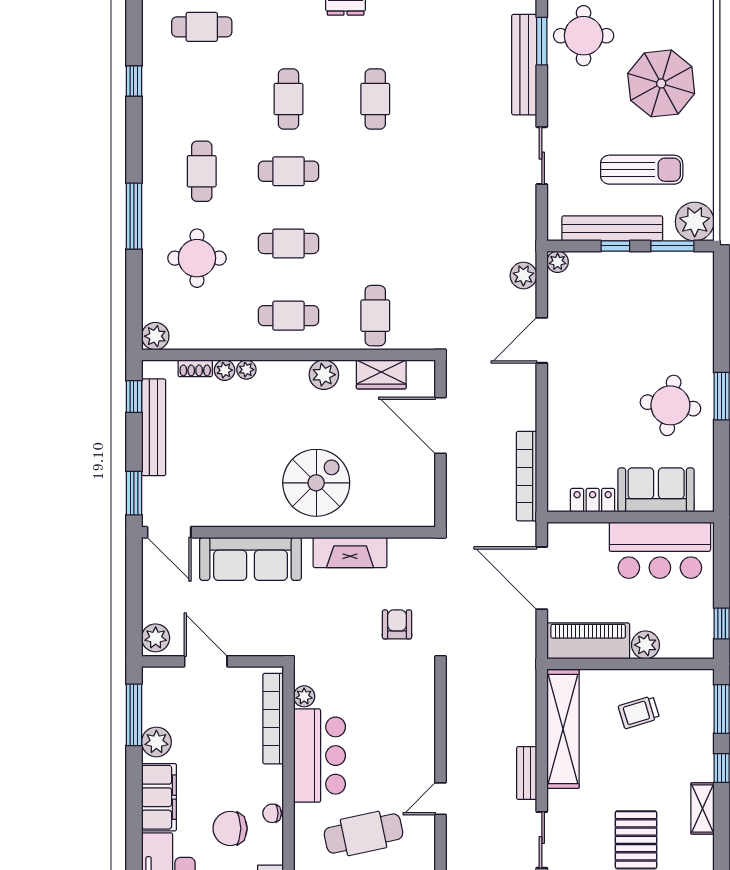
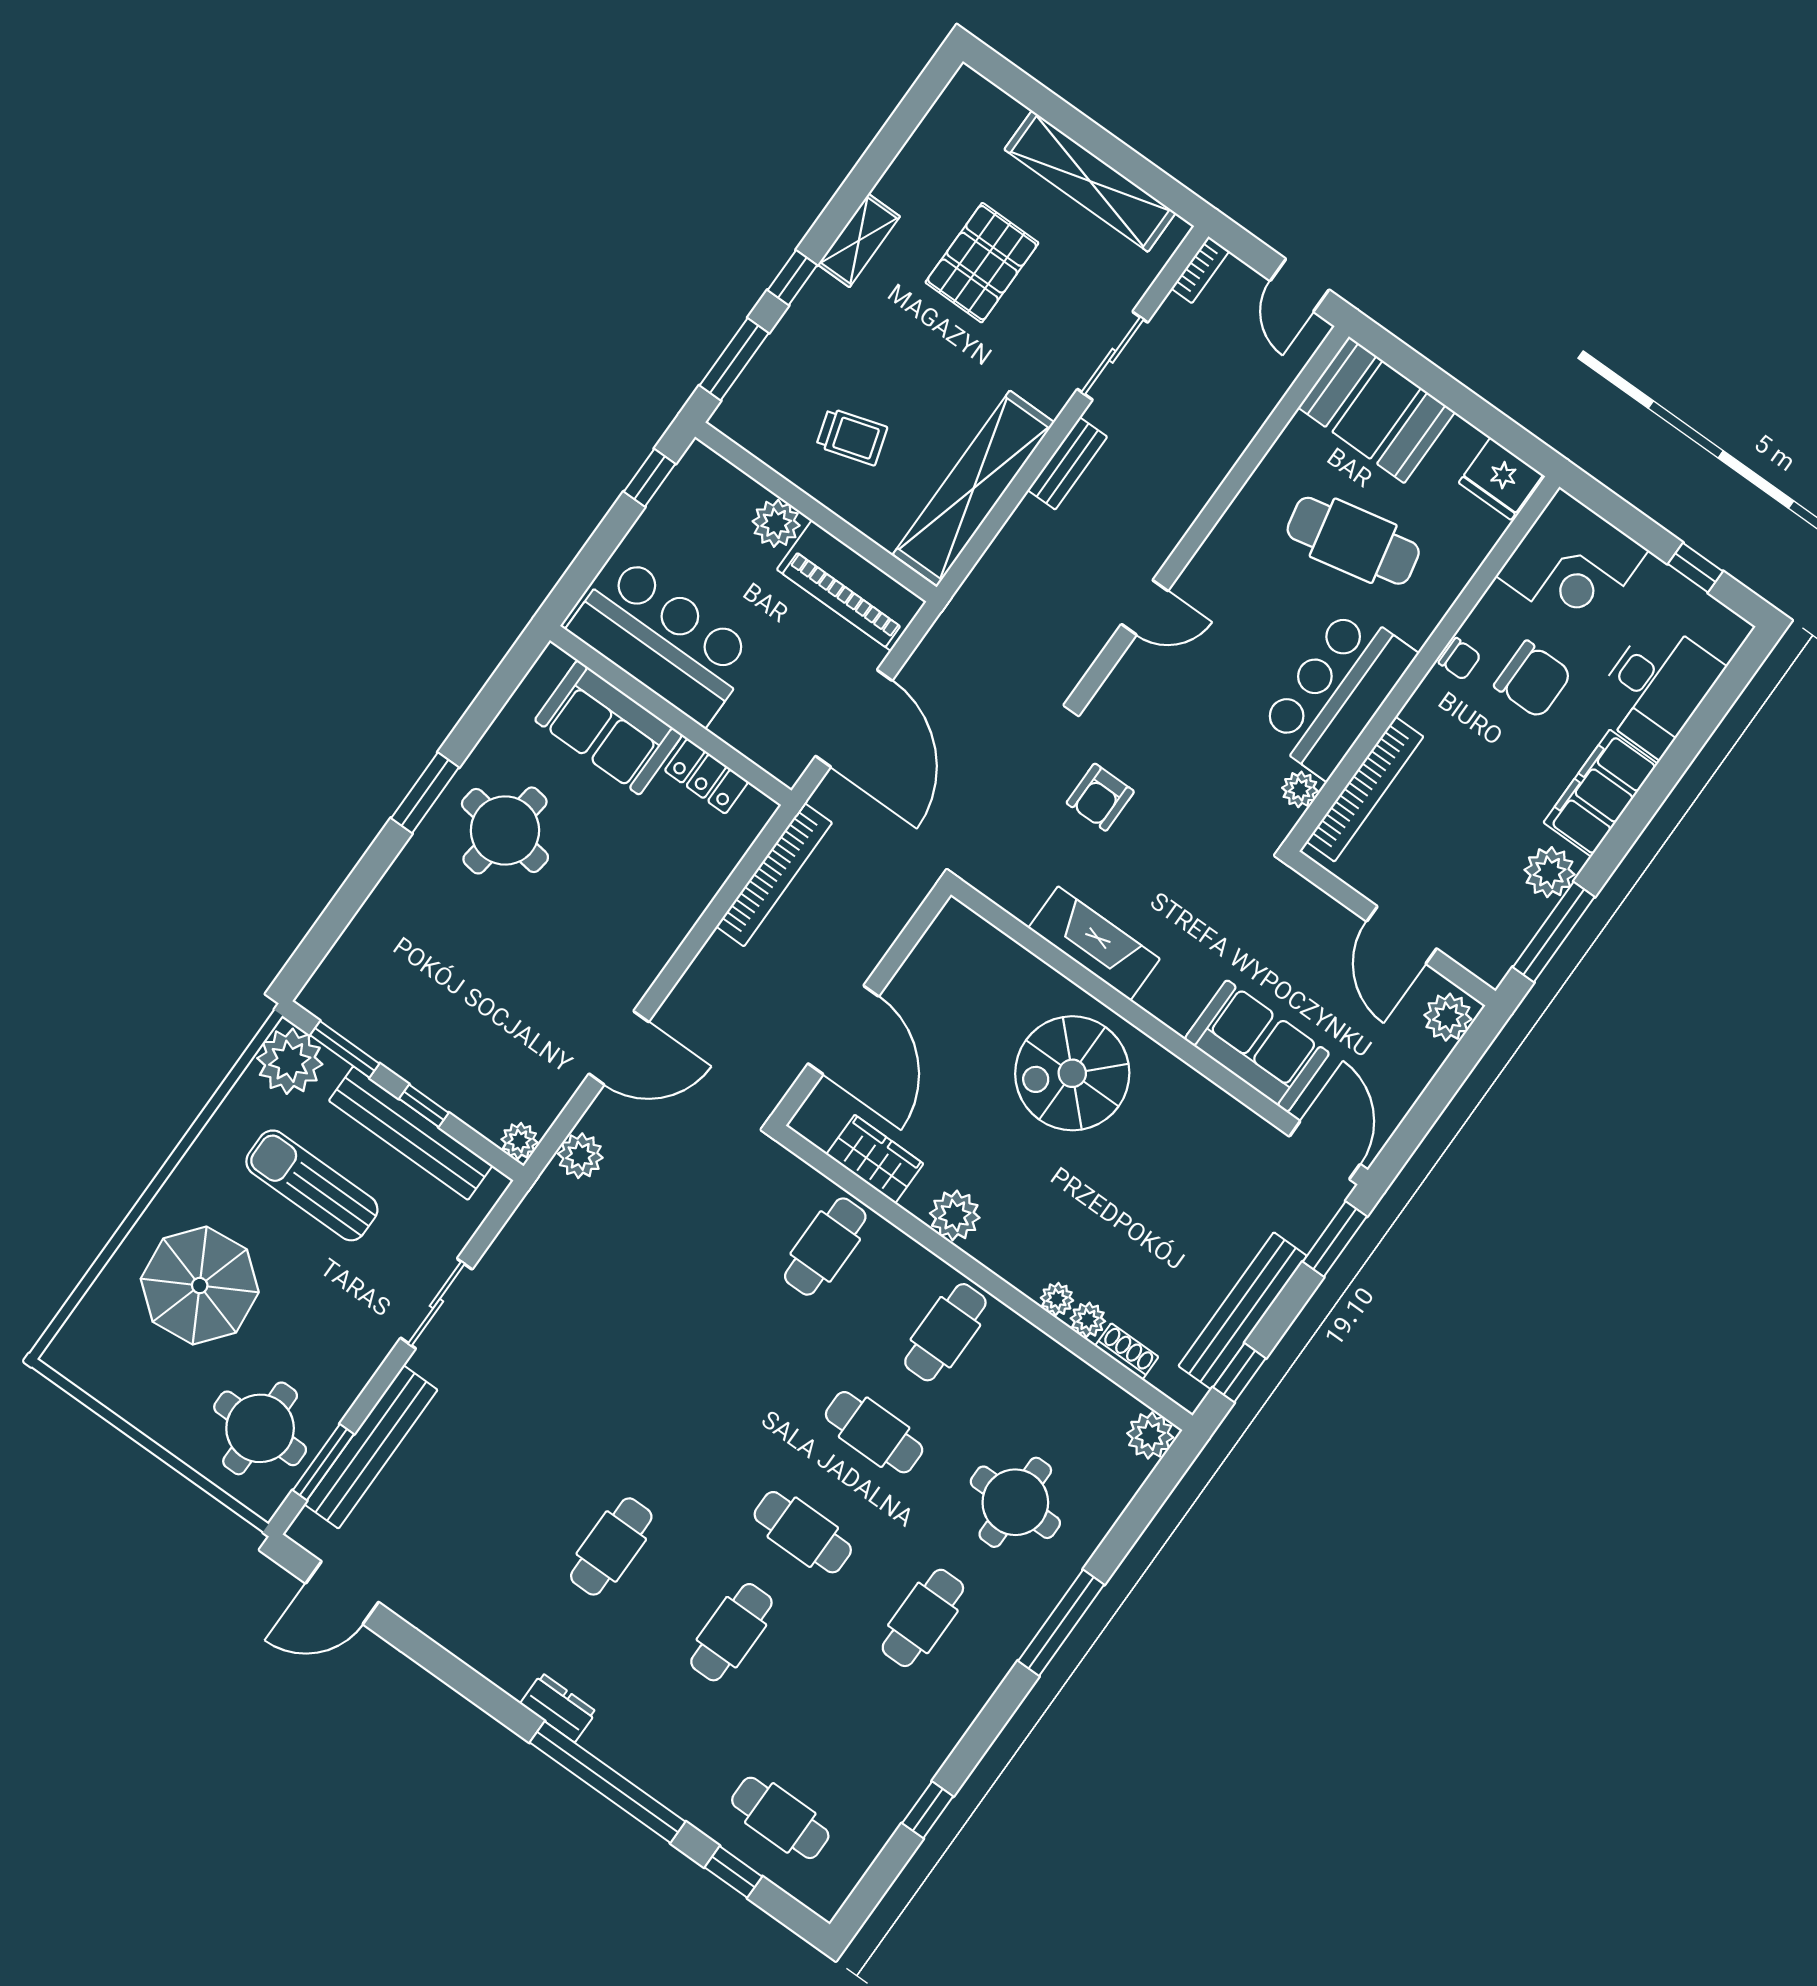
cafe table: (288, 316) -> (945, 1332), turned 90
sofa: (251, 559) -> (1257, 1046), width x0.73
door: (440, 799) -> (1145, 608), moved

